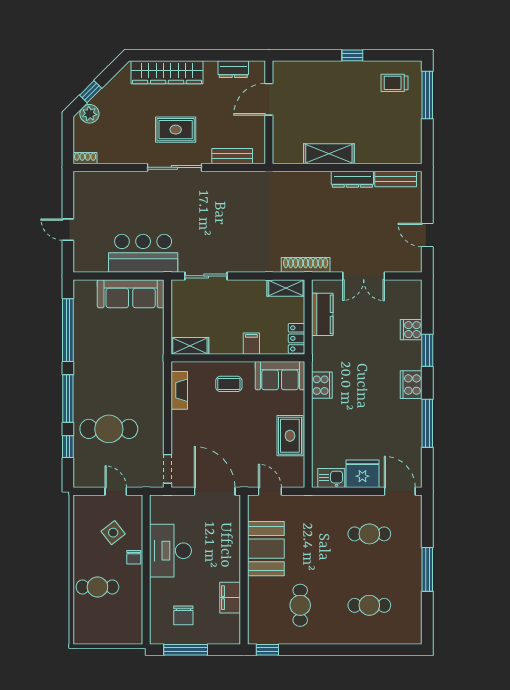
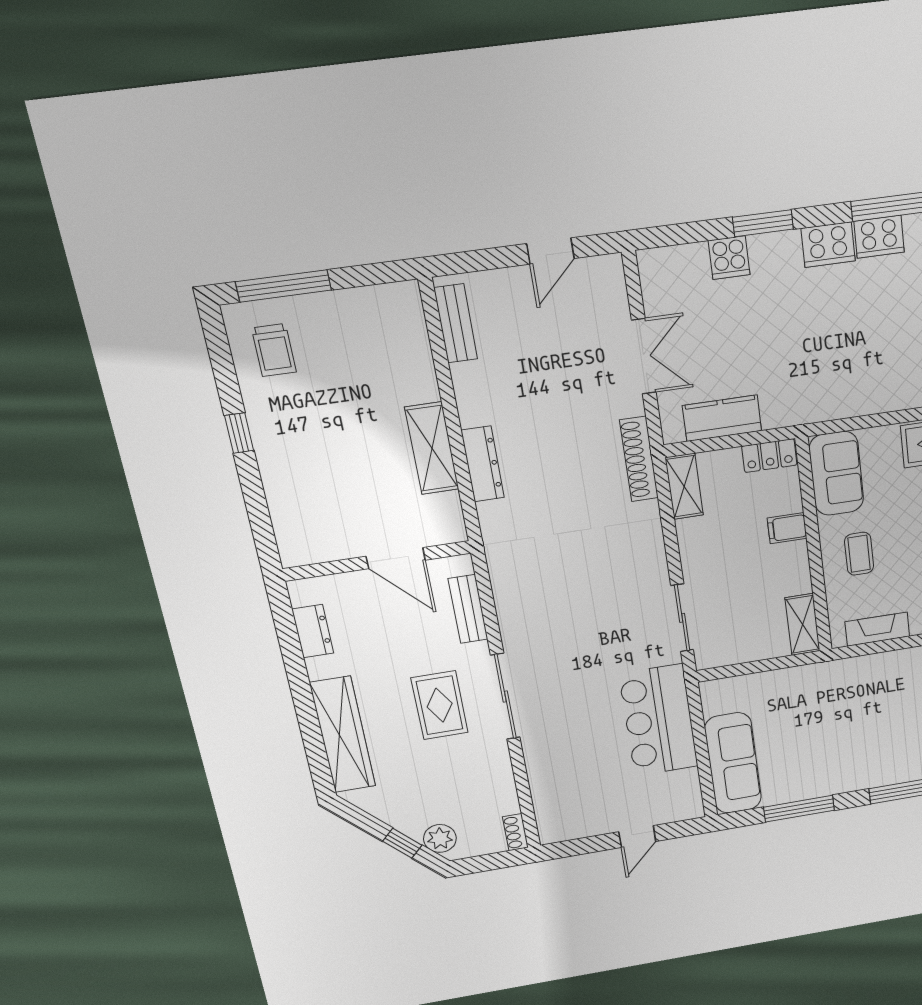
door: (269, 99) -> (396, 558), moved
dresser: (352, 179) -> (483, 464), moved
sofa: (131, 294) -> (733, 763), moved
window: (68, 330) -> (799, 809), width x0.68
cooker: (322, 385) -> (879, 237), moved, turned 180

